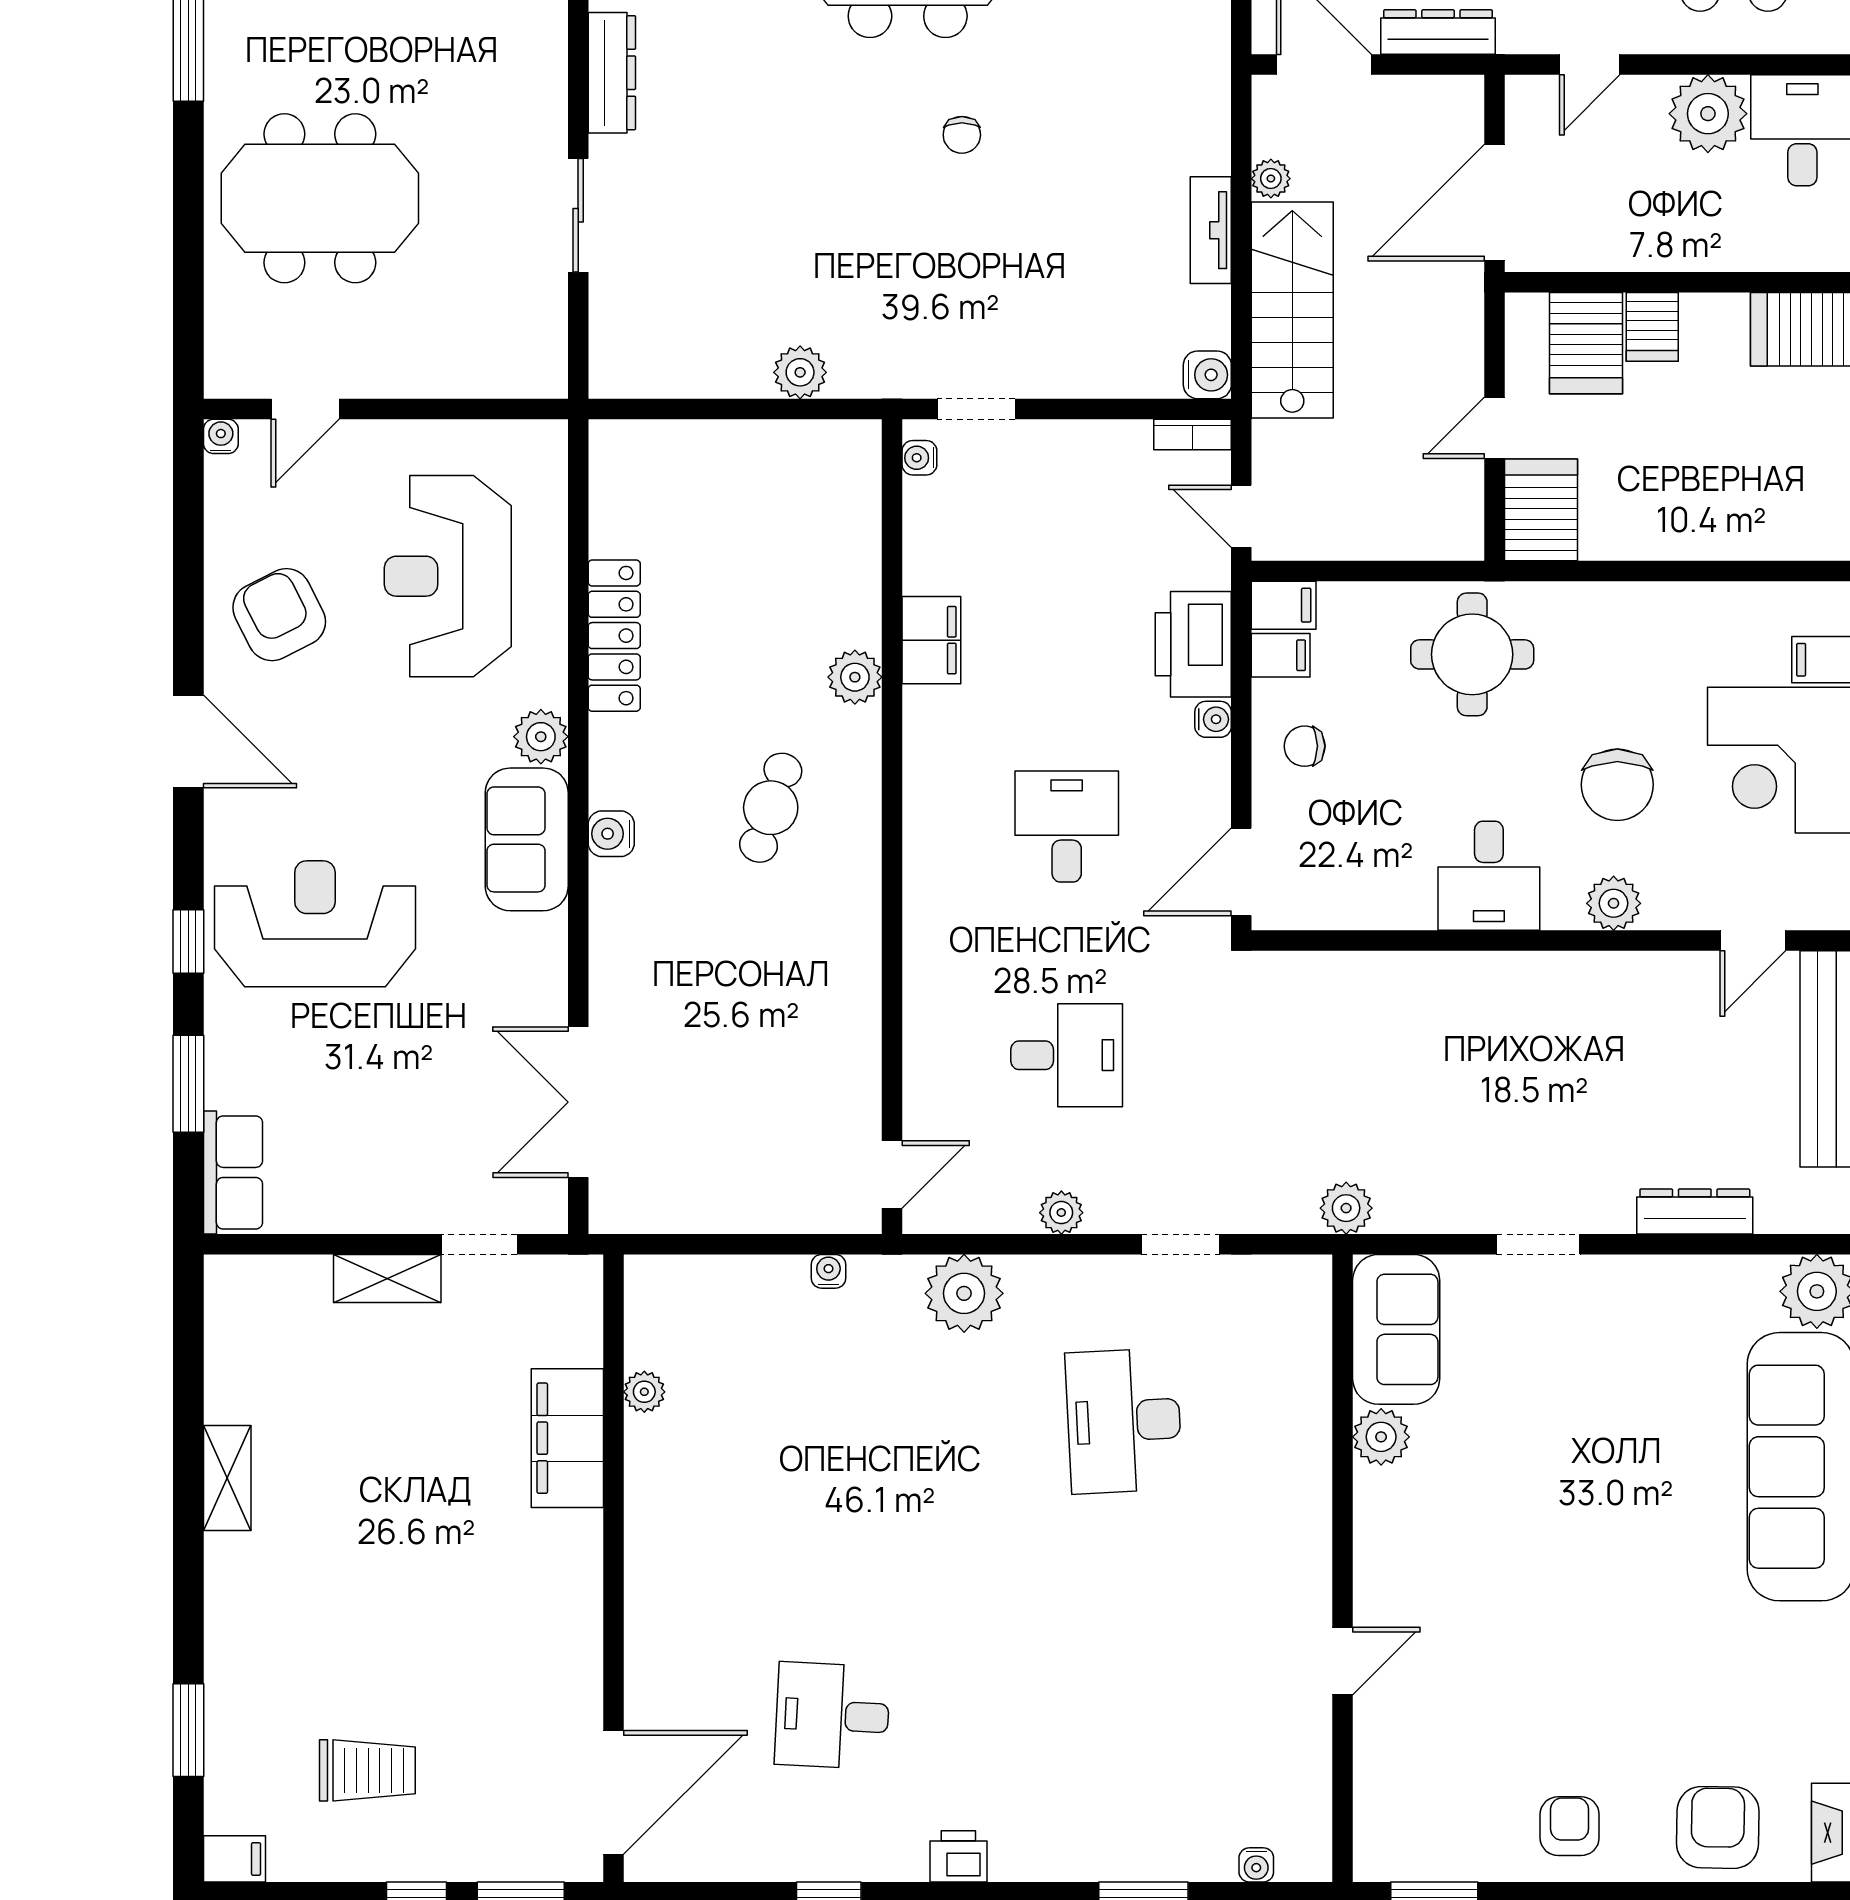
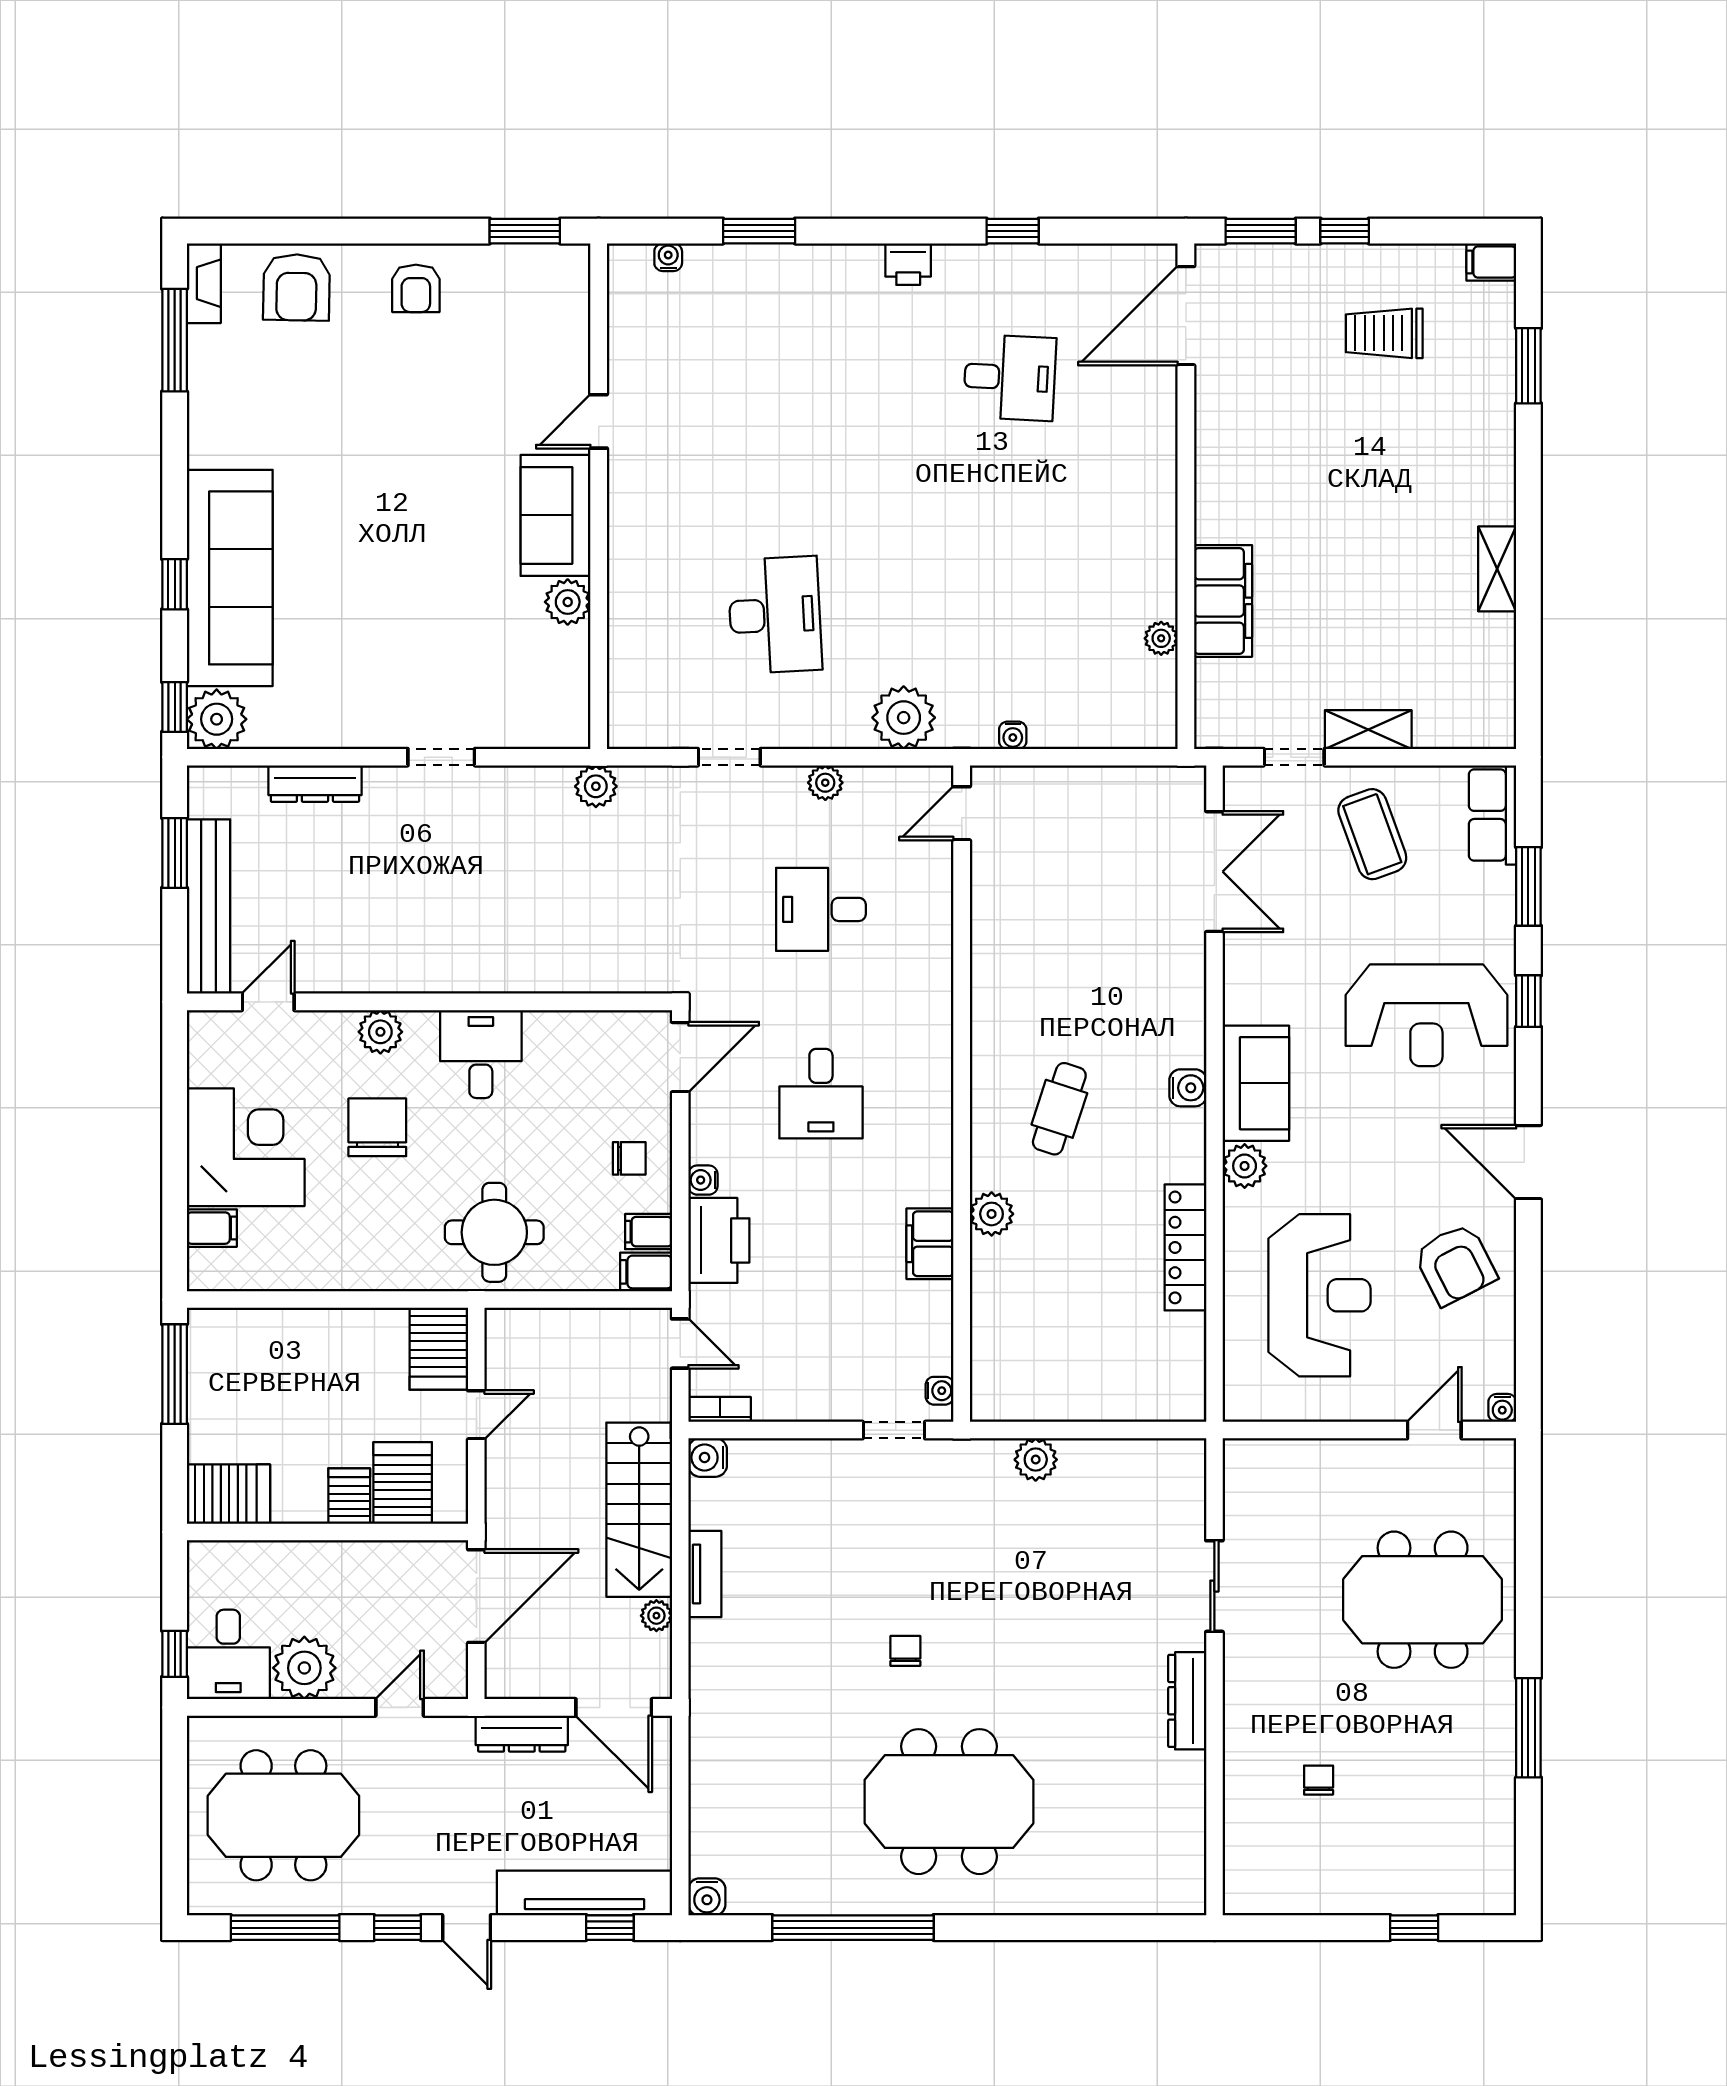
coffee table: (382, 1149) -> (1372, 834), added
sofa: (1396, 1329) -> (556, 515), moved

